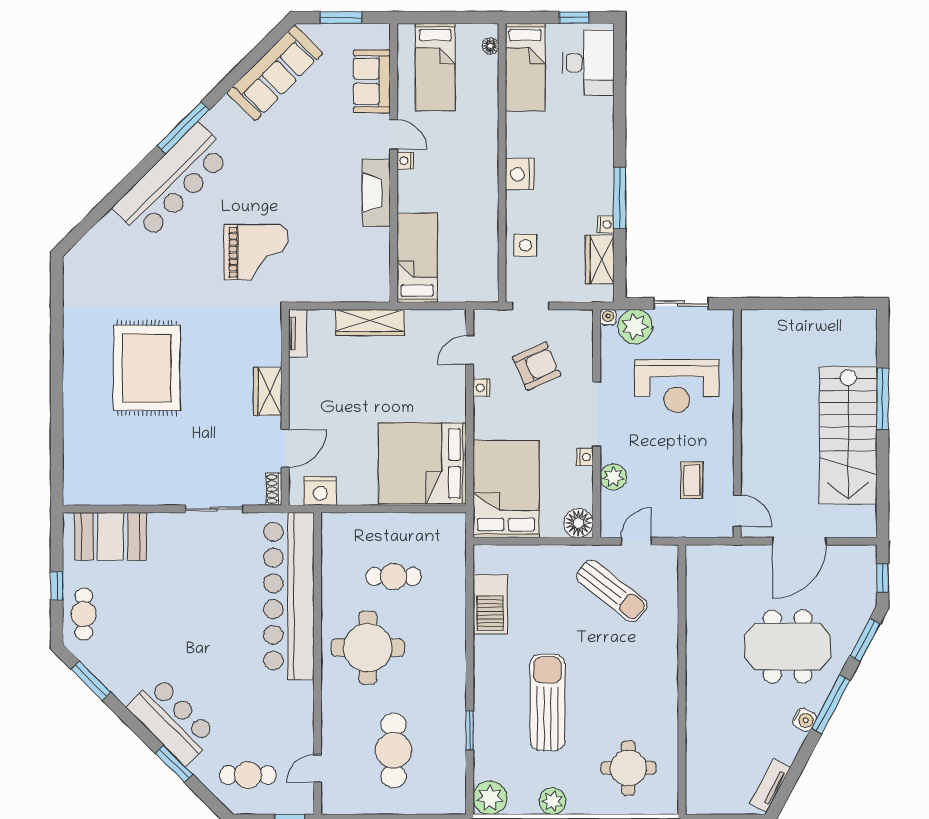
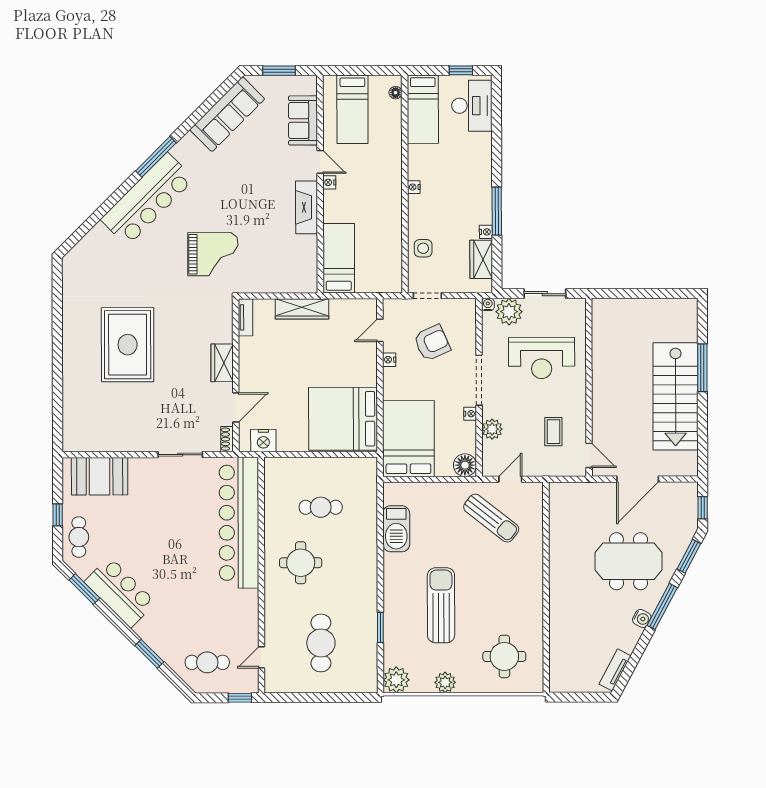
nightstand: (520, 174) -> (414, 187), width x0.53, depth x0.56
round table: (368, 648) -> (301, 563), width x0.73, depth x0.73
bar counter: (172, 720) -> (120, 592), moved

